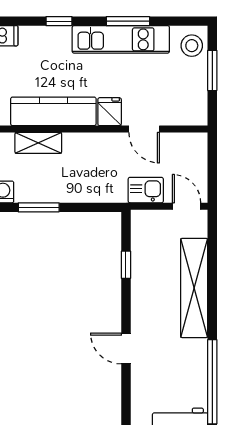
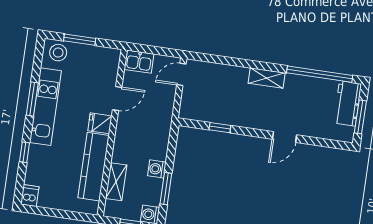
kitchen sink: (146, 190) -> (139, 62), moved, turned -90
washing machine: (62, 192) -> (157, 169), added
shelving: (194, 288) -> (267, 78), width x0.45, depth x0.75

